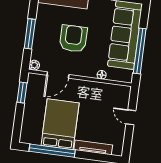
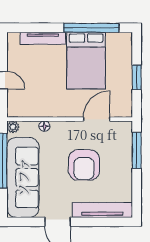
window: (30, 34) -> (137, 150), moved
plant: (34, 65) -> (13, 127), moved
window: (22, 92) -> (137, 77), moved

